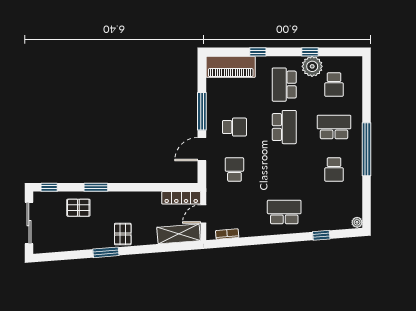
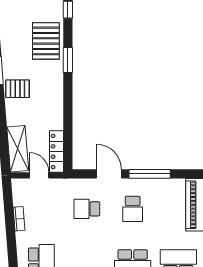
school desk: (234, 169) -> (87, 209), turned 180
pallet: (78, 208) -> (46, 41), width x1.50, depth x1.42
bookcase: (227, 234) -> (19, 219), moved

